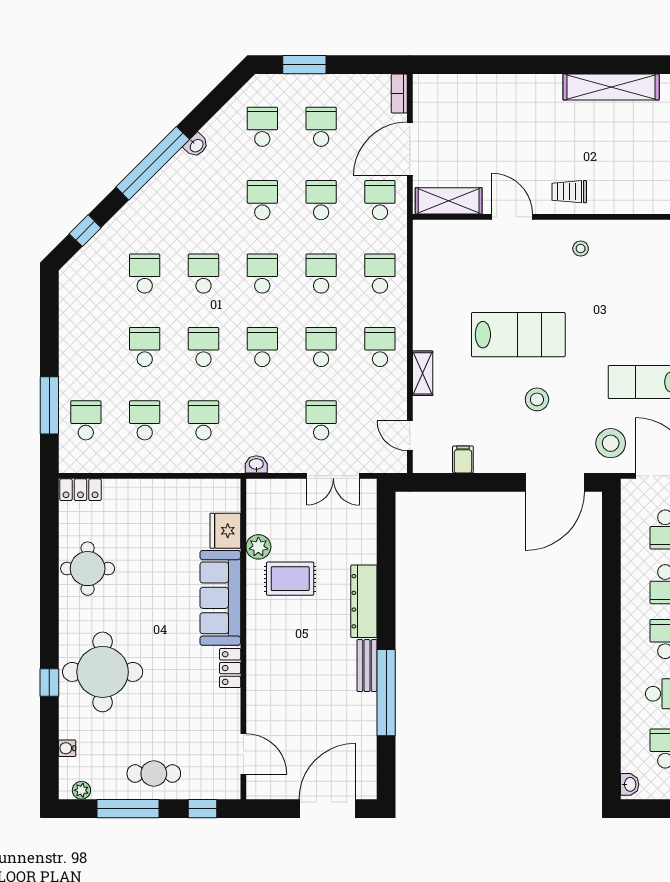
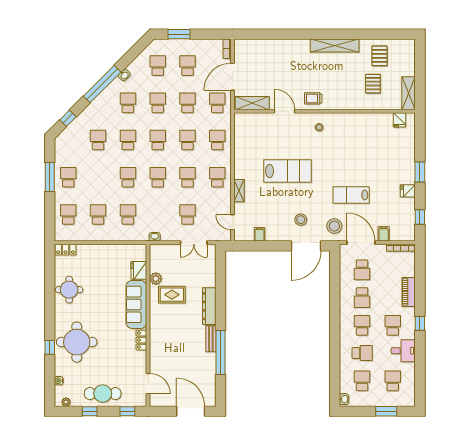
school desk: (203, 200) -> (128, 103), added
school desk: (145, 347) -> (68, 177), moved
stool: (537, 399) -> (301, 220), moved
window: (49, 405) -> (50, 177), moved
cafe table: (154, 774) -> (103, 394), width x1.37, depth x1.35
window: (128, 809) -> (90, 411), width x0.46
door: (327, 809) -> (191, 411), hinge flipped

